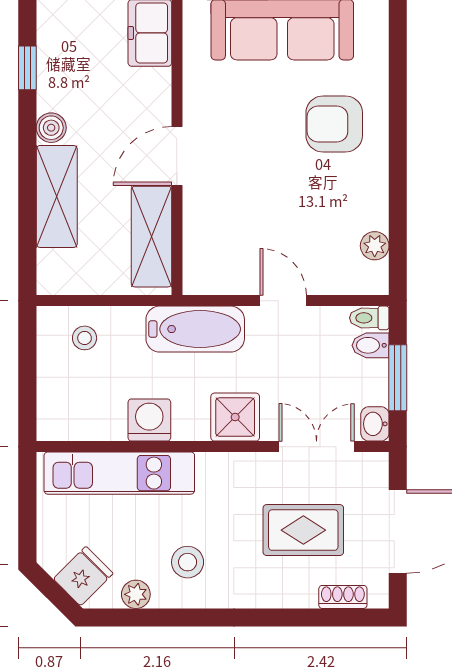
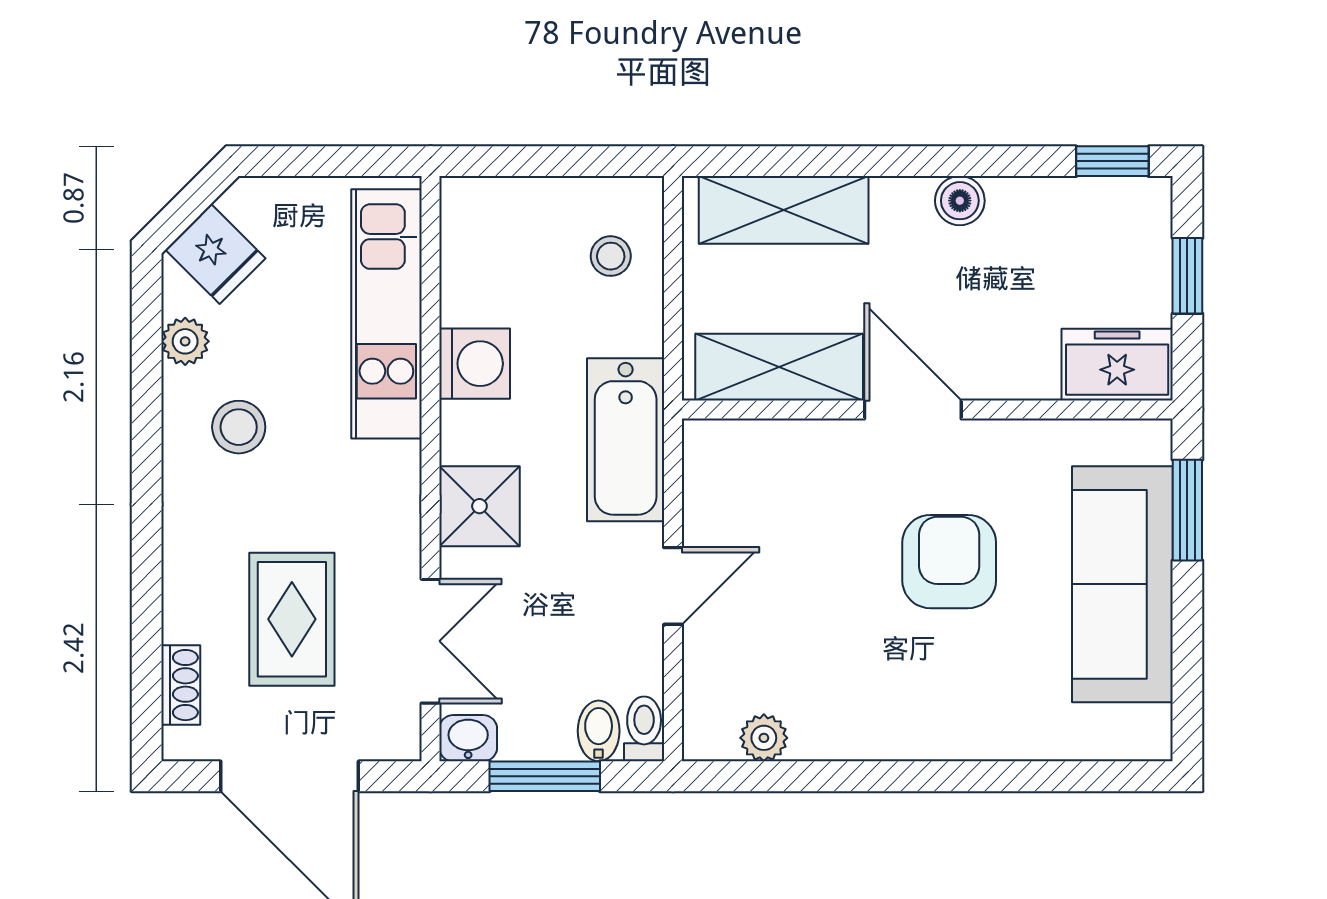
window: (27, 68) -> (1112, 161), moved
armchair: (334, 124) -> (949, 562), moved
shelving: (57, 196) -> (784, 210), moved

